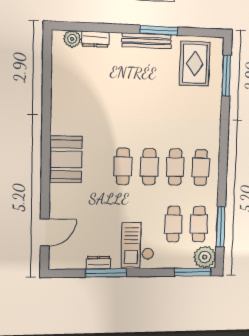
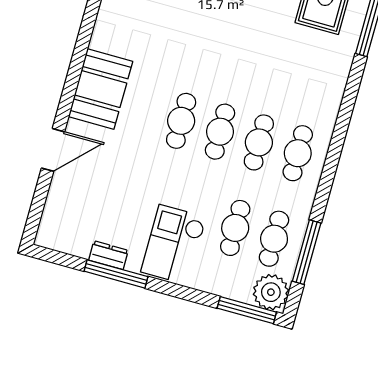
door: (45, 233) -> (53, 150), moved

